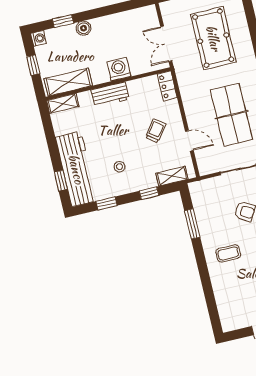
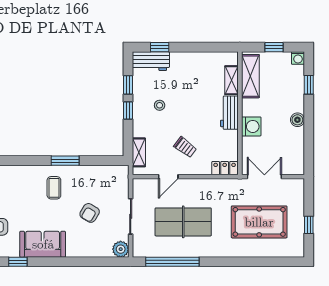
boiler: (84, 28) -> (297, 120), moved
shelving: (63, 103) -> (231, 80), moved
workbench: (76, 169) -> (151, 61), width x0.53, depth x0.76
window: (149, 193) -> (128, 110), moved
window: (192, 224) -> (65, 161), moved

